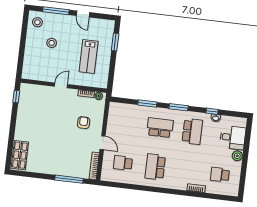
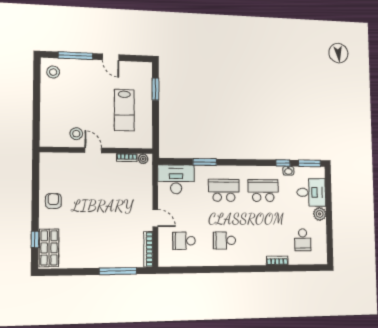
stool: (52, 43) -> (76, 134), moved
door: (61, 85) -> (93, 150), hinge flipped
window: (16, 97) -> (35, 239), moved
window: (178, 107) -> (310, 163), moved
desk: (123, 115) -> (176, 179), added
armchair: (84, 123) -> (53, 201), moved
school desk: (192, 131) -> (263, 191), turned -90
school desk: (155, 167) -> (225, 240), width x0.54
school desk: (220, 175) -> (303, 240), turned -90

